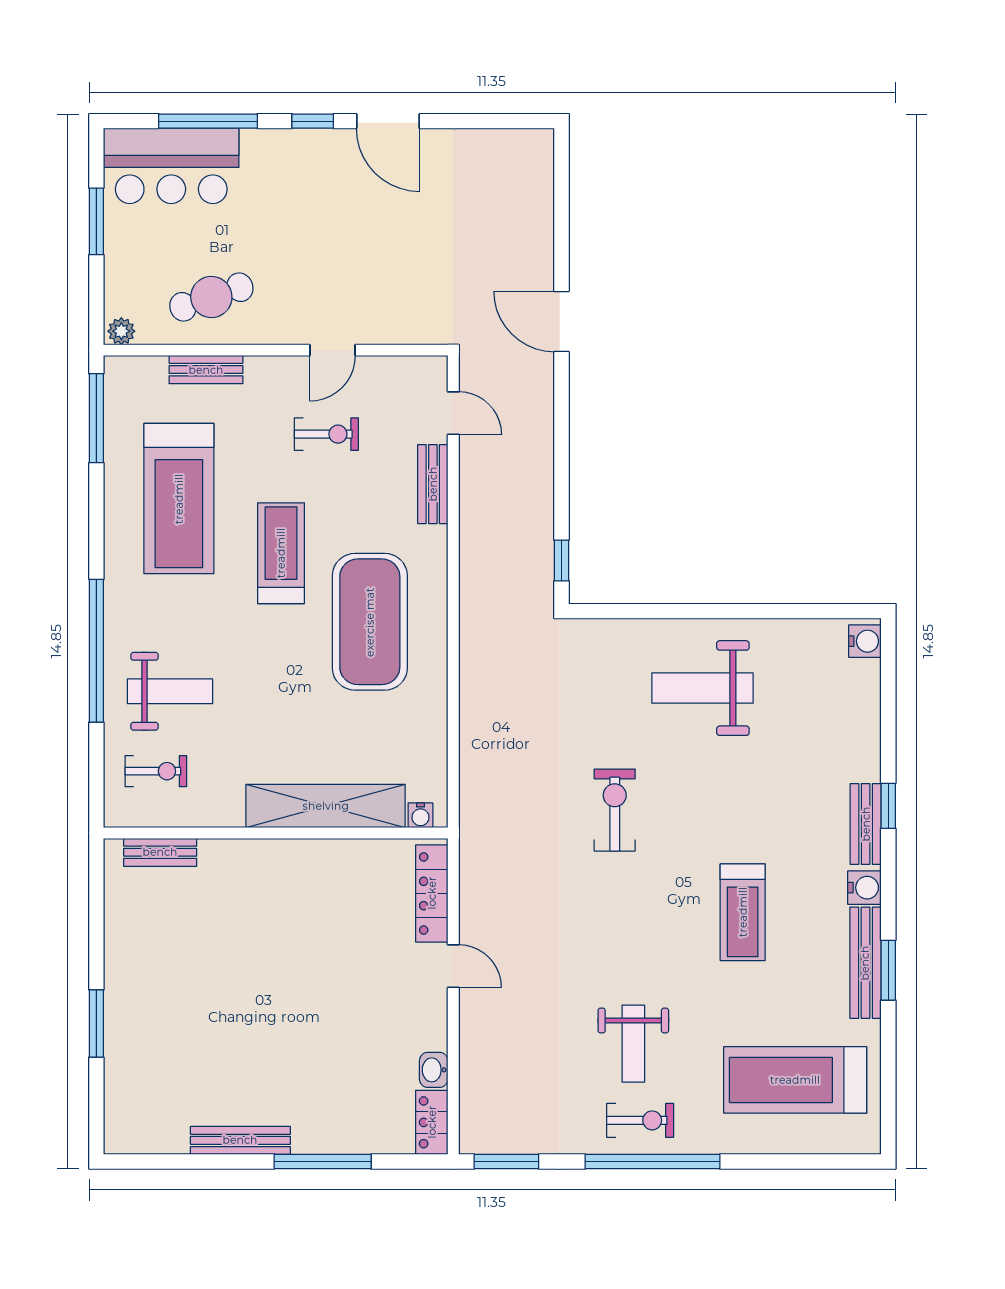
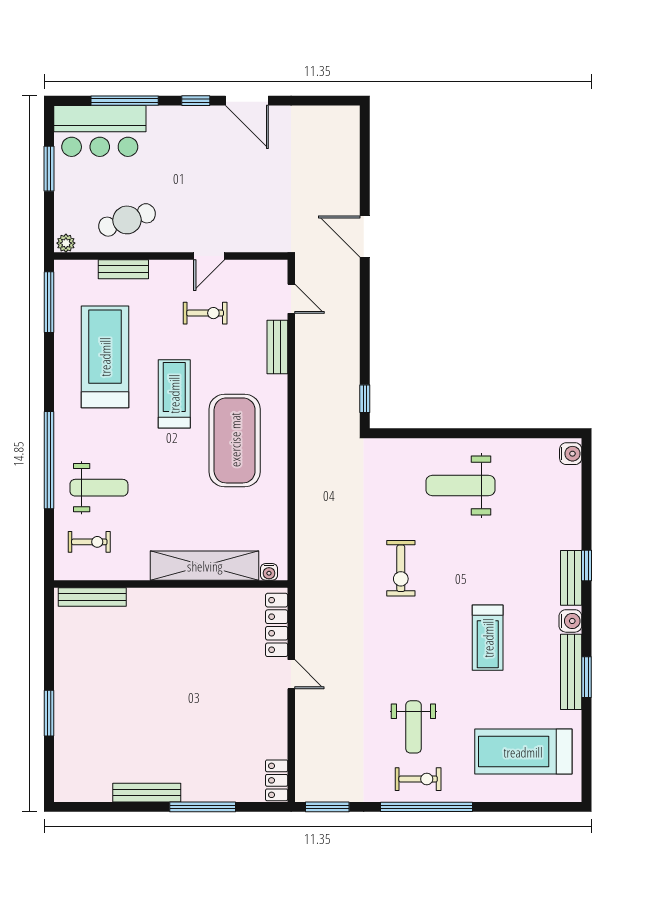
treadmill: (179, 499) -> (105, 357), turned 180
exercise bike: (615, 810) -> (401, 568), turned 180
bench: (160, 852) -> (92, 597), width x1.36
washbasin: (434, 1070) -> (278, 745), removed

